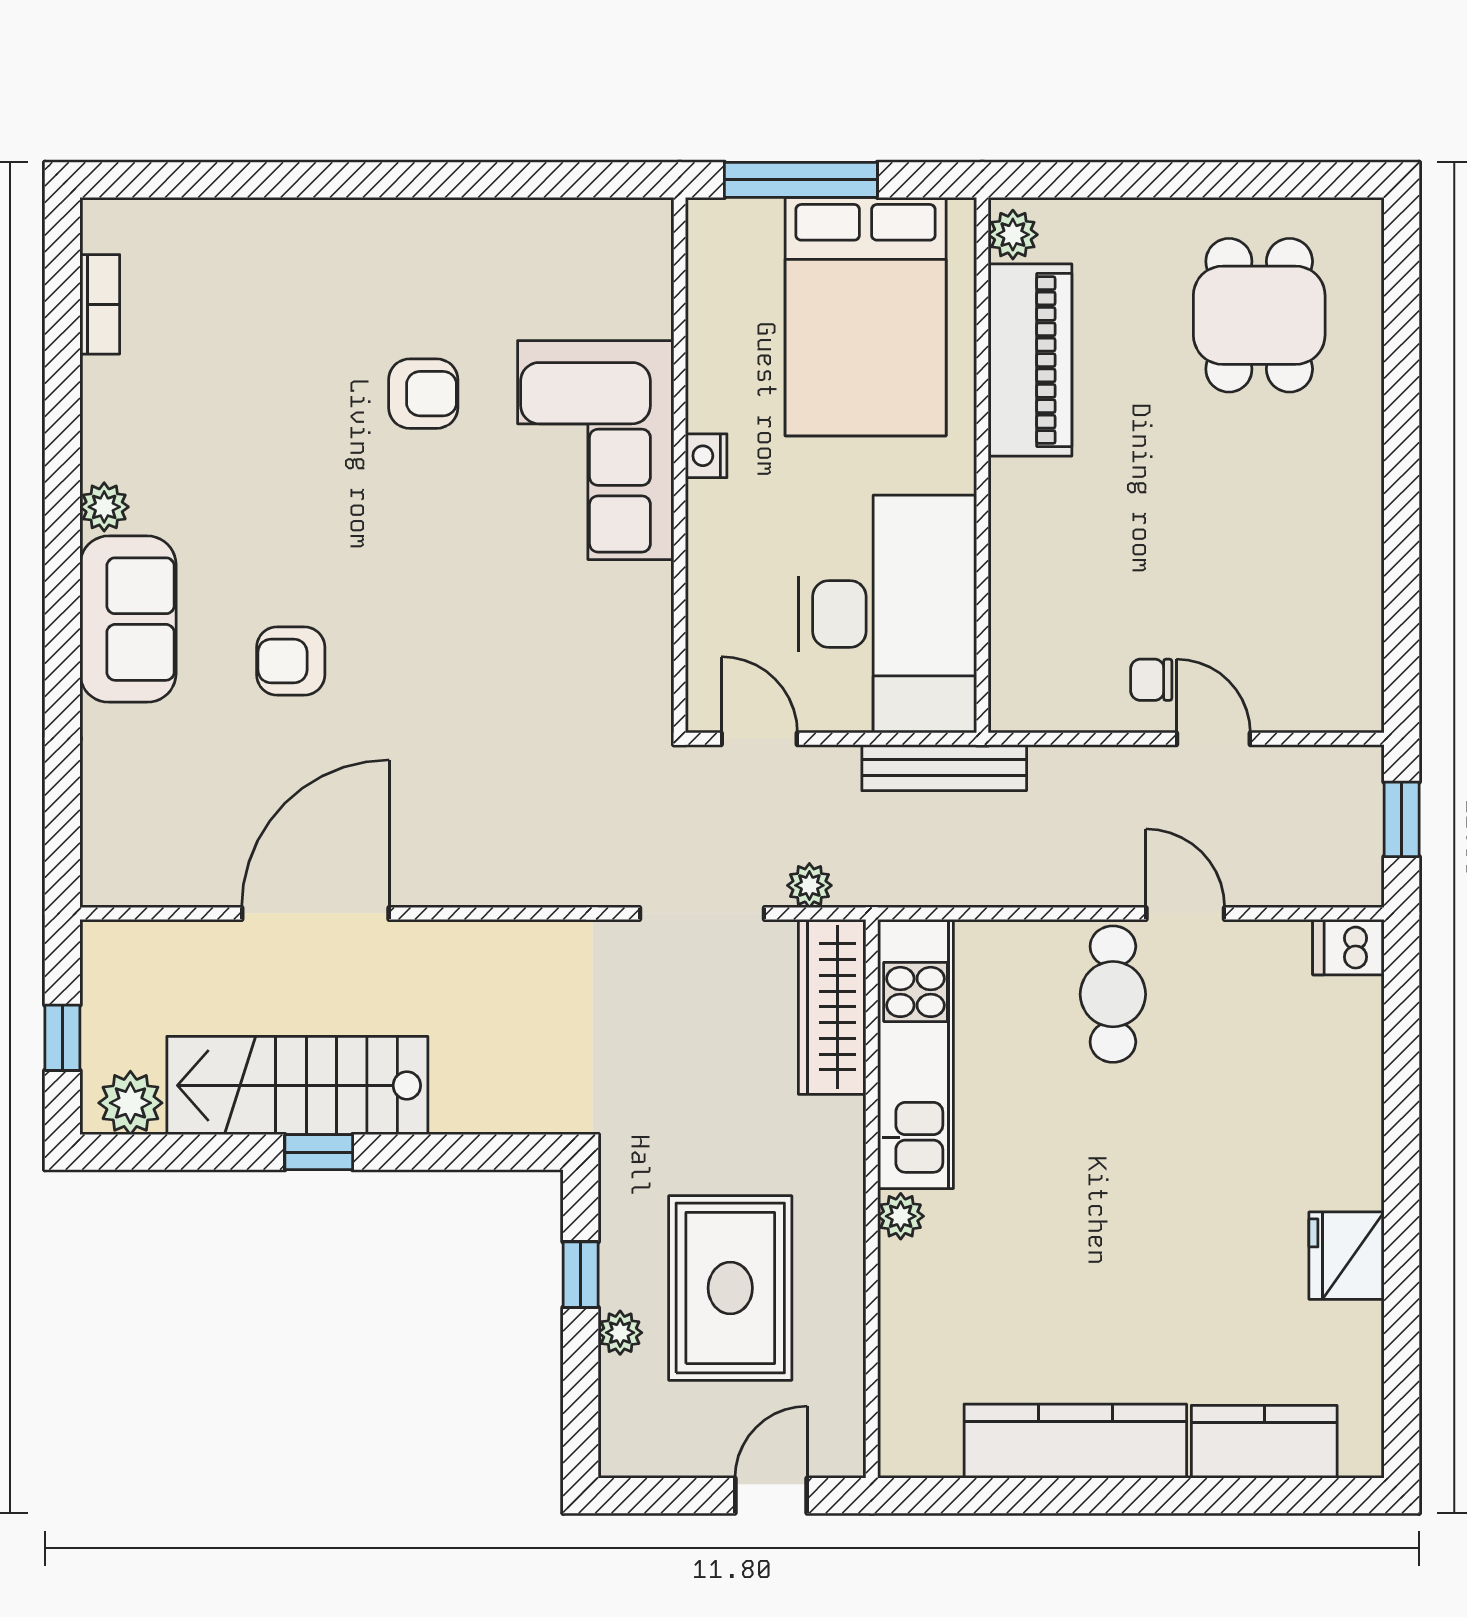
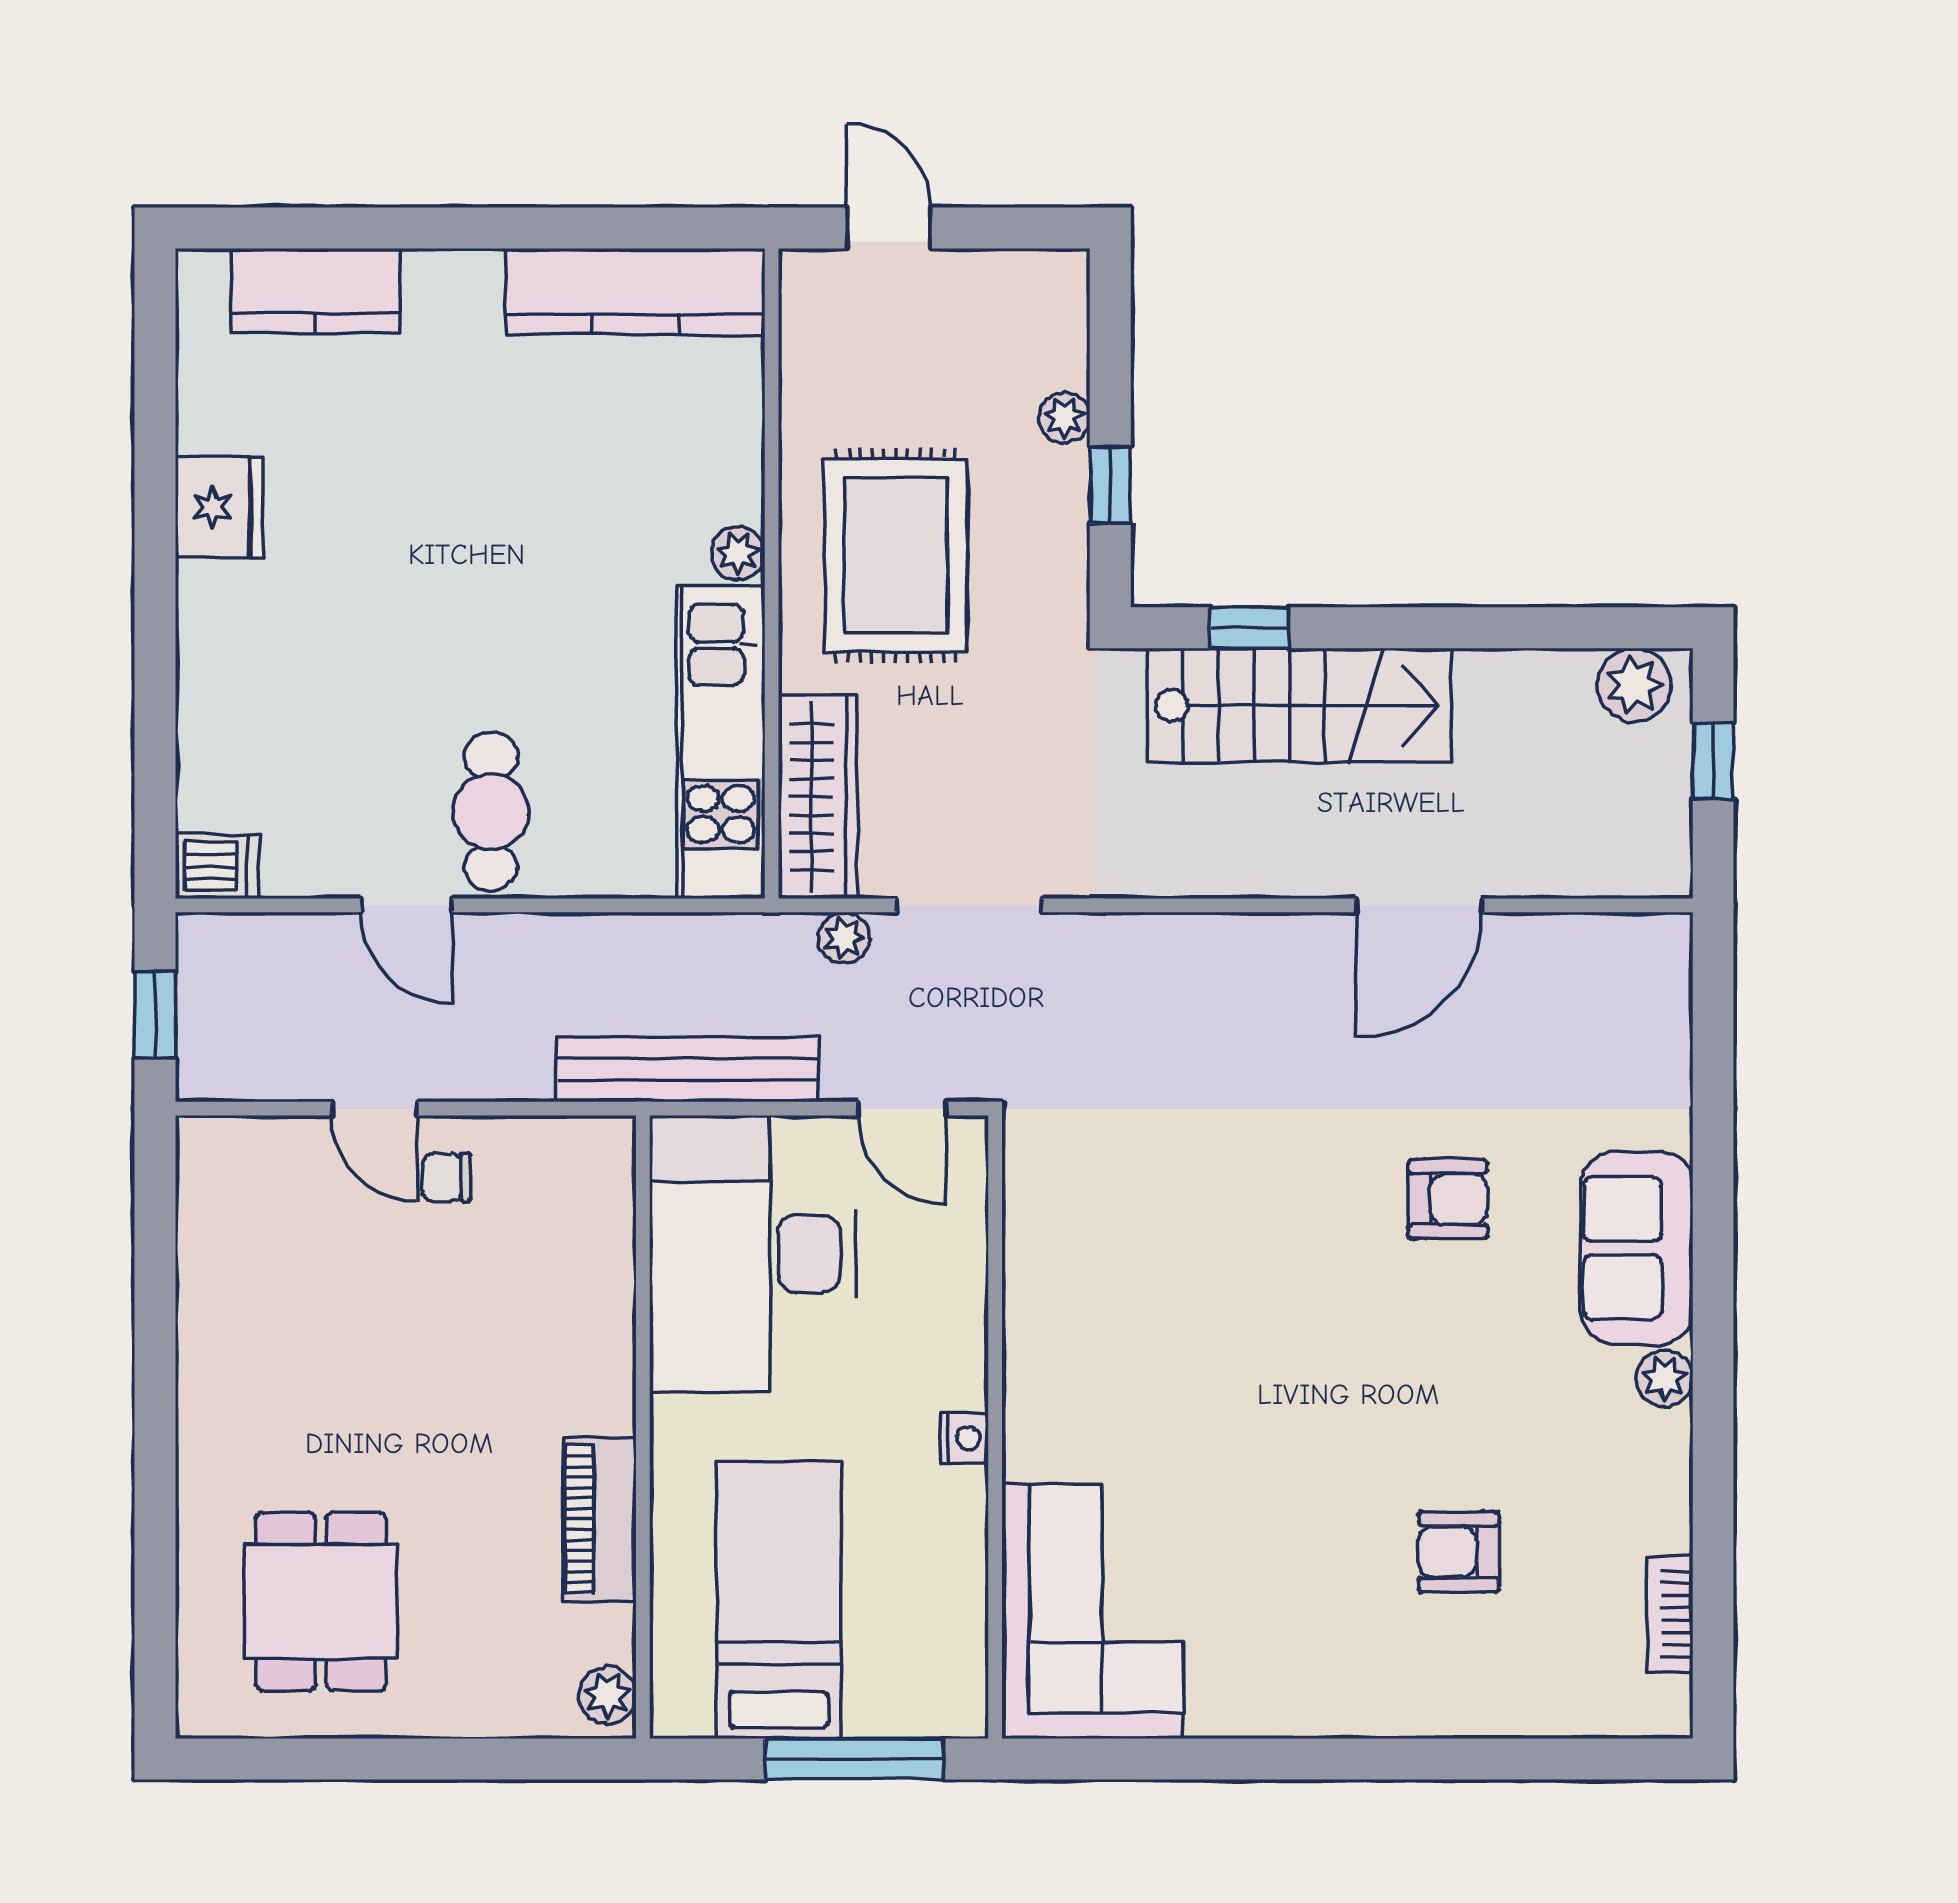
bed: (866, 317) -> (779, 1600), width x0.67
piano: (1030, 360) -> (599, 1519), width x0.73, depth x0.75
armchair: (423, 394) -> (1459, 1552), moved
corner sofa: (596, 450) -> (1093, 1611), moved
chair: (1151, 680) -> (446, 1177), turned 180
bench: (944, 768) -> (687, 1069), width x1.37, depth x1.21
door: (315, 913) -> (1419, 905), width x0.73
stairs: (297, 1085) -> (1299, 705), moved
window: (319, 1152) -> (1249, 628), moved
rug: (730, 1288) -> (896, 555), moved
kitchen counter: (1075, 1441) -> (635, 291), moved
door: (771, 1496) -> (889, 228), swing flipped

